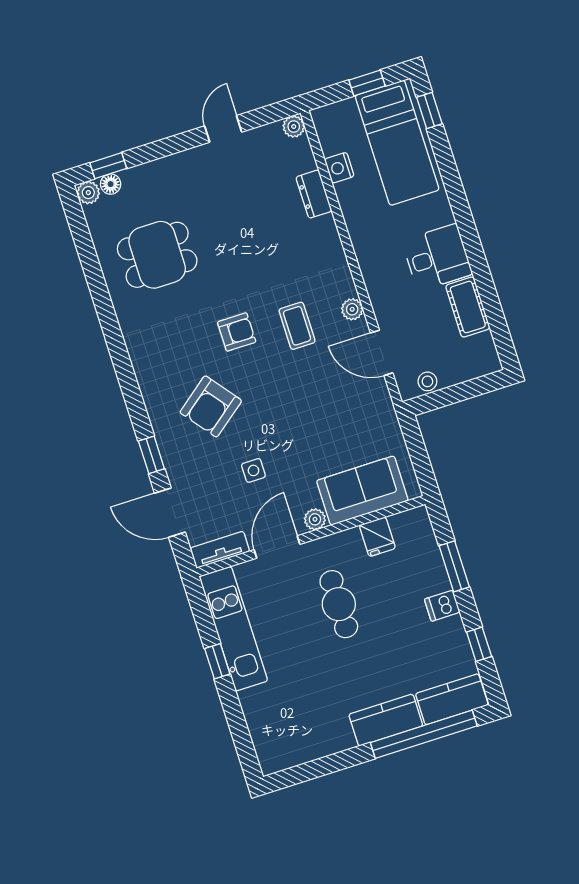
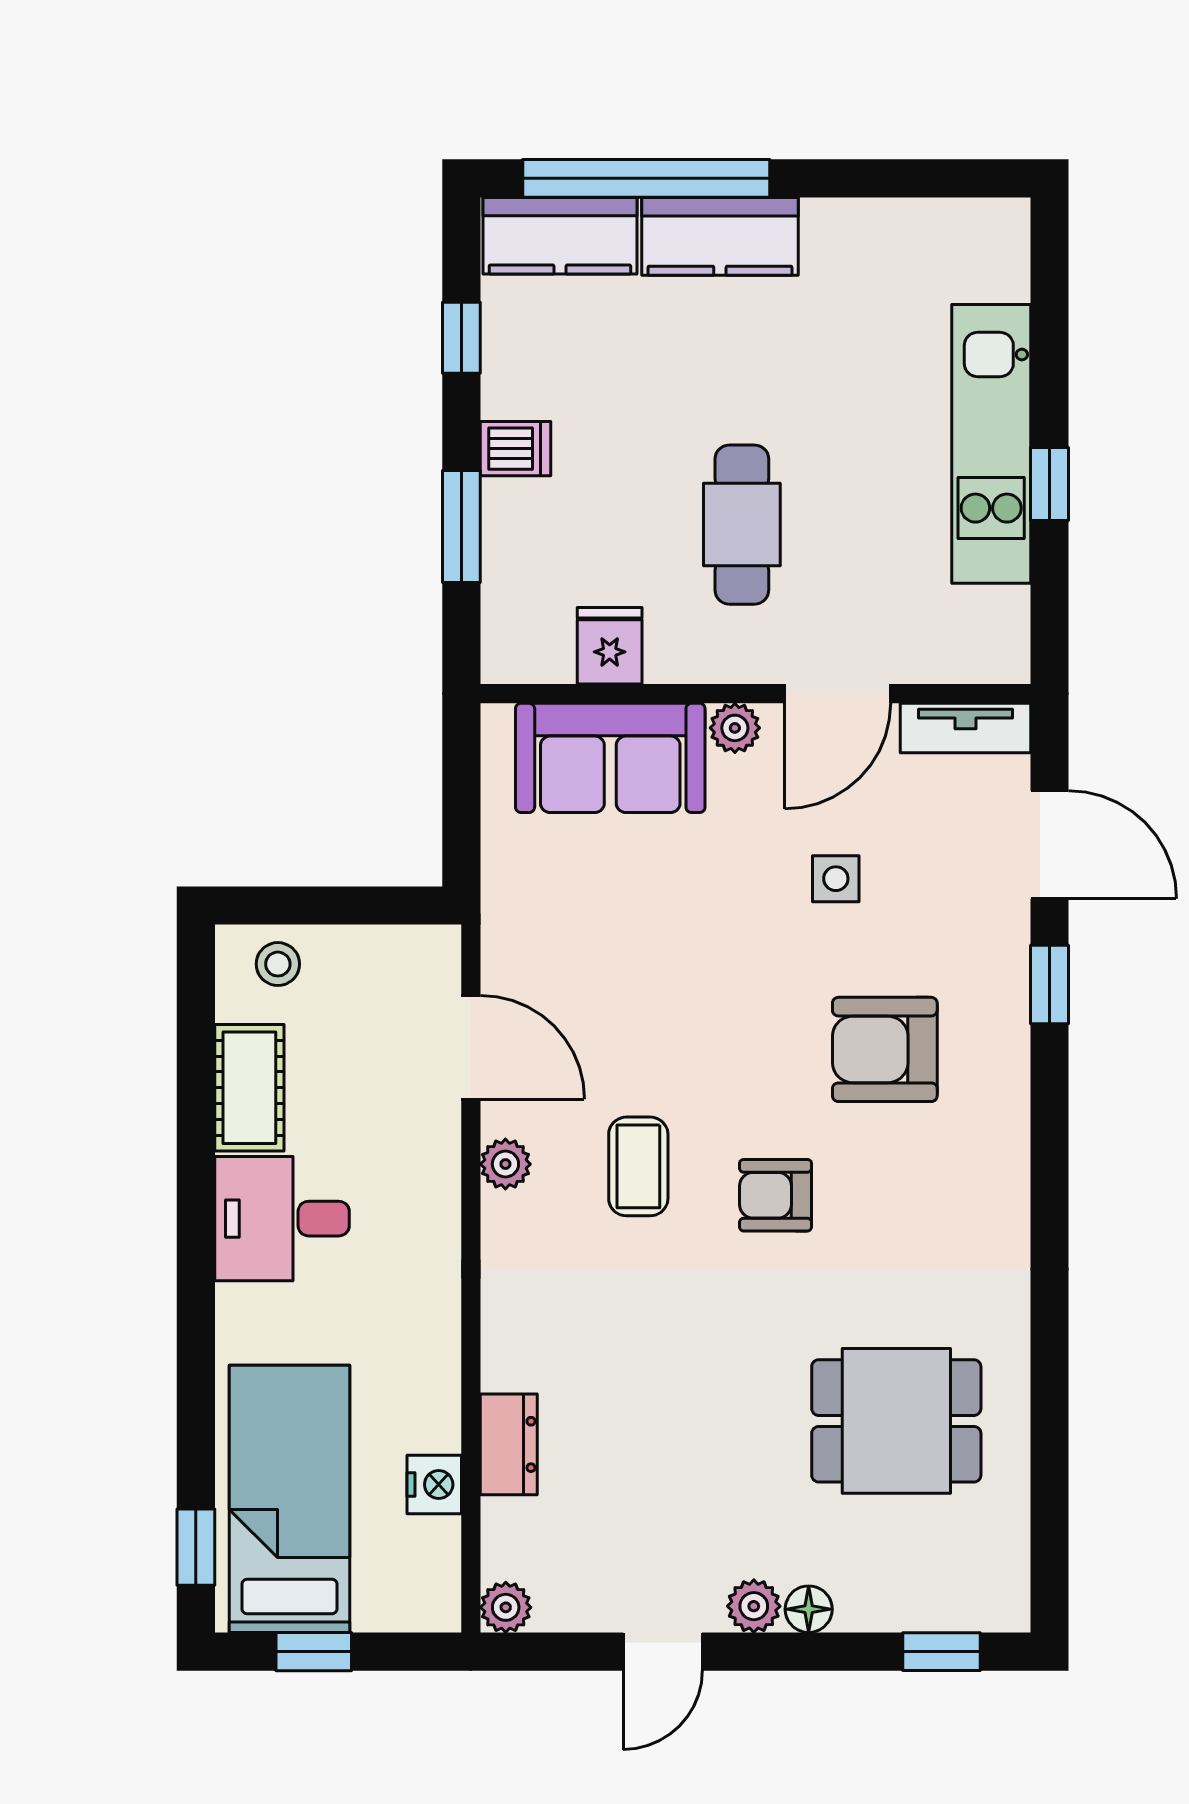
floor lamp: (111, 184) -> (809, 1609), moved
plant: (88, 193) -> (754, 1606), moved
stool: (427, 381) -> (278, 964), moved
armchair: (211, 406) -> (885, 1049), turned -142
kitchen unit: (233, 629) -> (991, 444), moved

